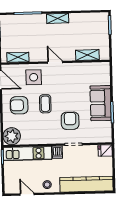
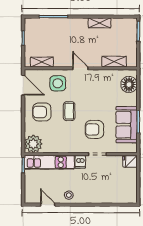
shelving: (58, 18) -> (100, 23), moved
floor lamp: (102, 77) -> (129, 84), added
sofa: (101, 103) -> (127, 125), moved
armchair: (70, 121) -> (94, 129), turned -90
kitchen counter: (86, 184) -> (110, 196), removed

